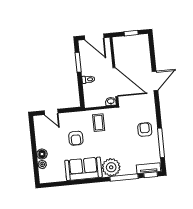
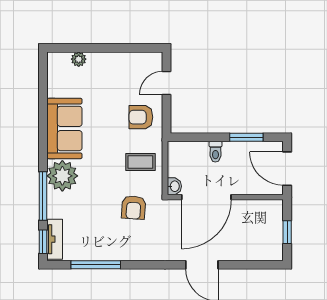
door: (94, 37) -> (287, 169), hinge flipped
armchair: (145, 130) -> (134, 207), moved, turned 94
armchair: (76, 138) -> (141, 117), moved
floor lamp: (42, 154) -> (96, 60), removed

